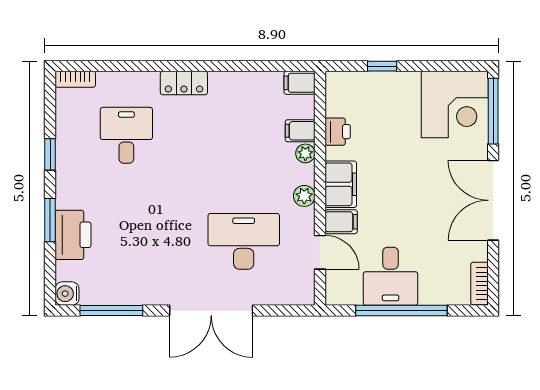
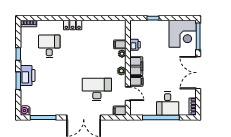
filing cabinet: (299, 83) -> (120, 111), moved
printer: (73, 235) -> (28, 76), moved
desk: (391, 276) -> (168, 104), moved

